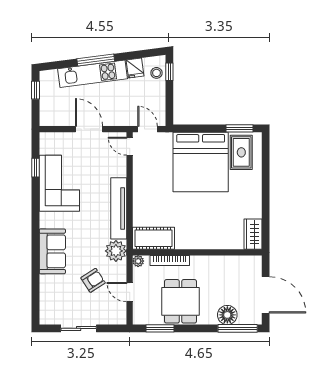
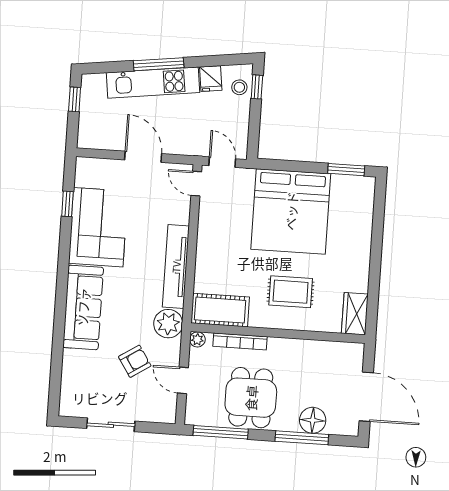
rug: (241, 152) -> (291, 292), moved, turned 90
sofa: (52, 251) -> (83, 307), width x1.36
window: (160, 328) -> (221, 432), width x1.44
window: (238, 328) -> (302, 438), moved

